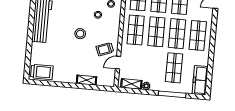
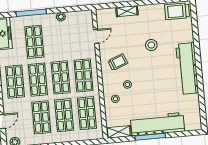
stool: (80, 34) -> (151, 45), moved
trolley: (105, 49) -> (118, 62), moved
shelving: (131, 84) -> (77, 16), removed

